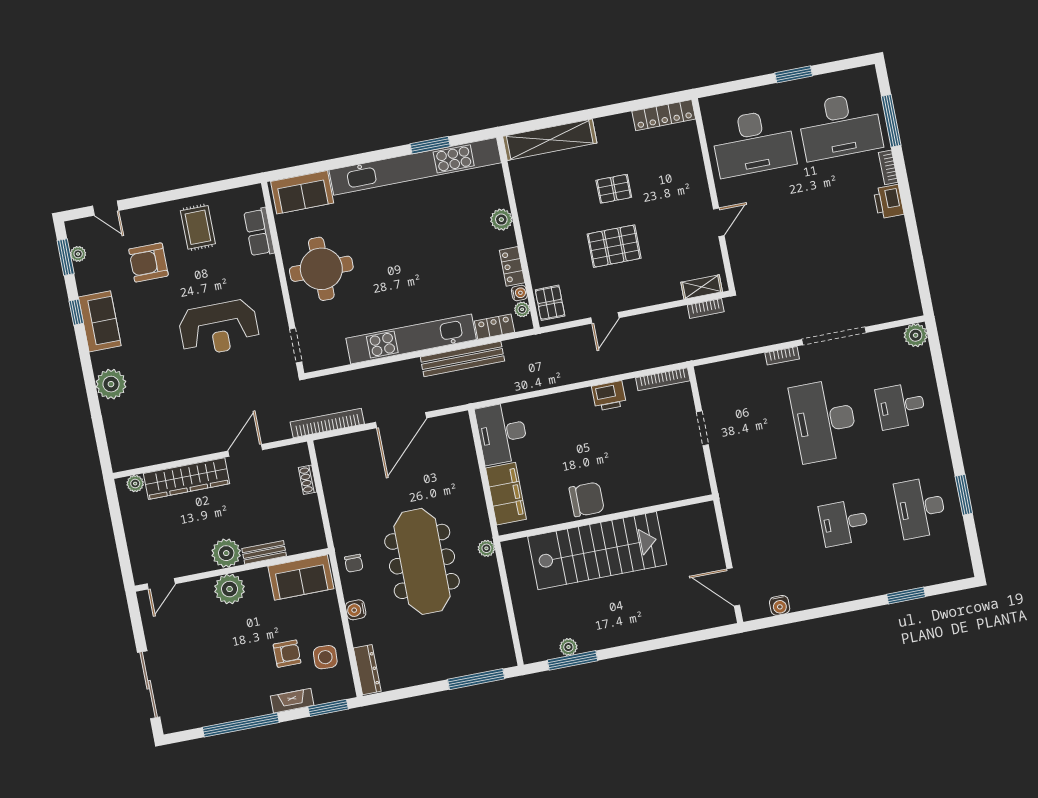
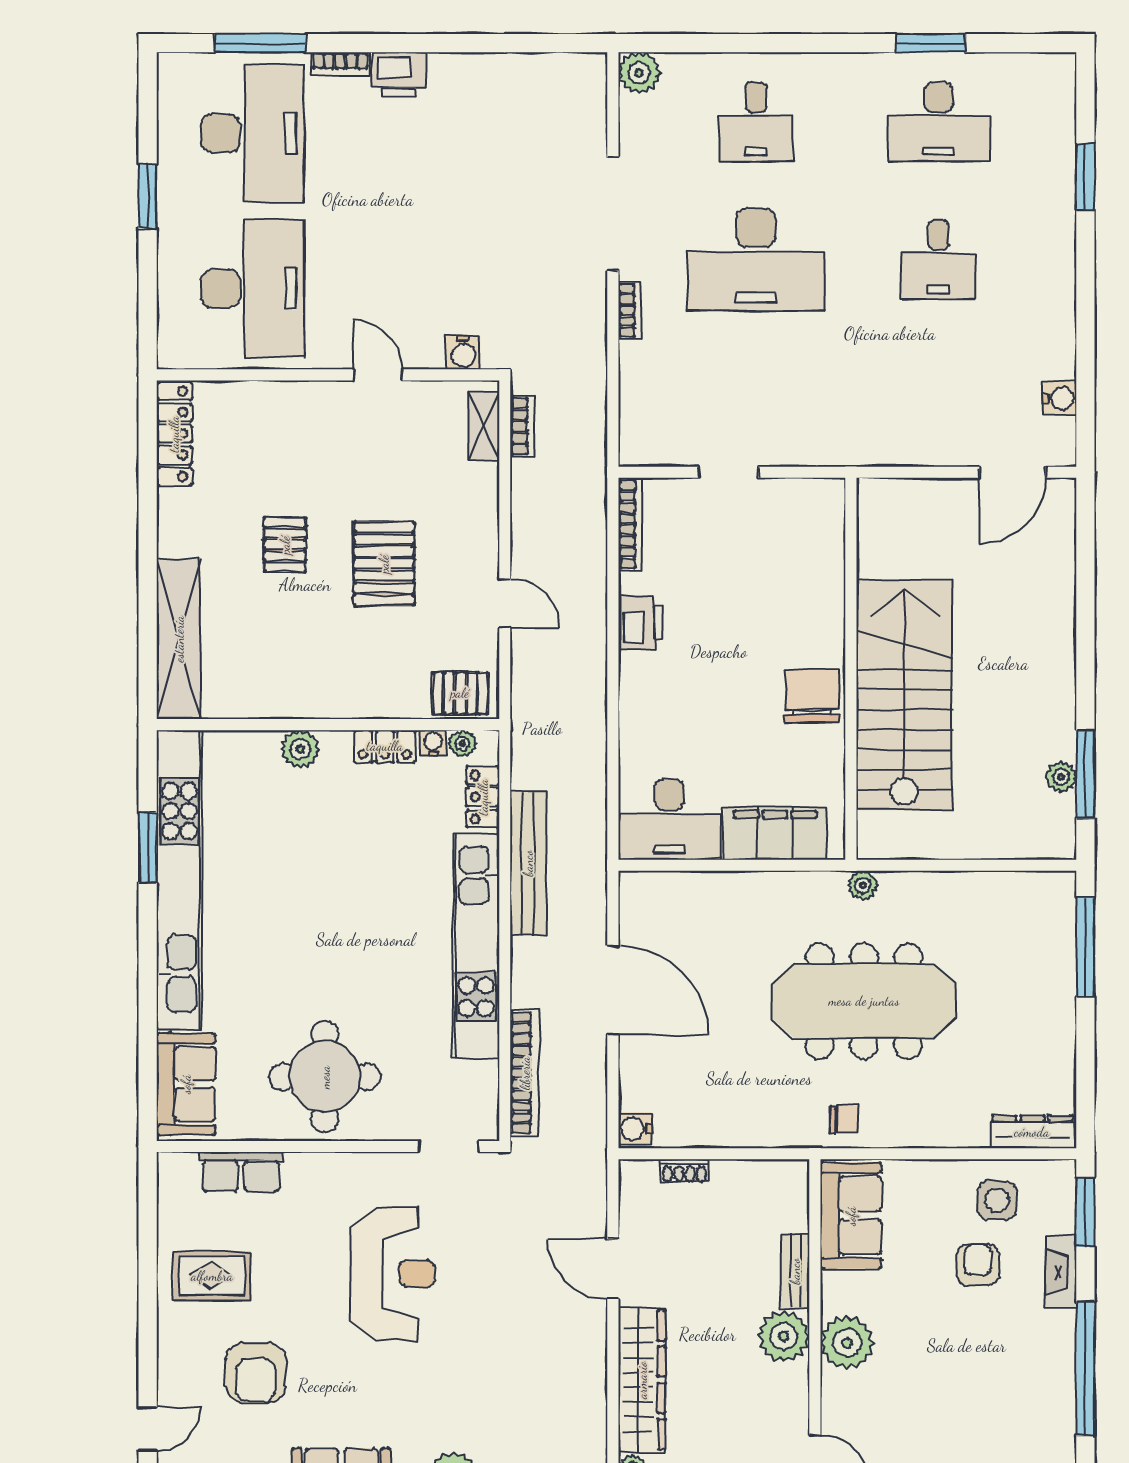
water cooler: (740, 267) -> (463, 352), added
bookcase: (327, 423) -> (525, 1073), moved, turned 180
water cooler: (356, 610) -> (635, 1129), moved, turned 90

